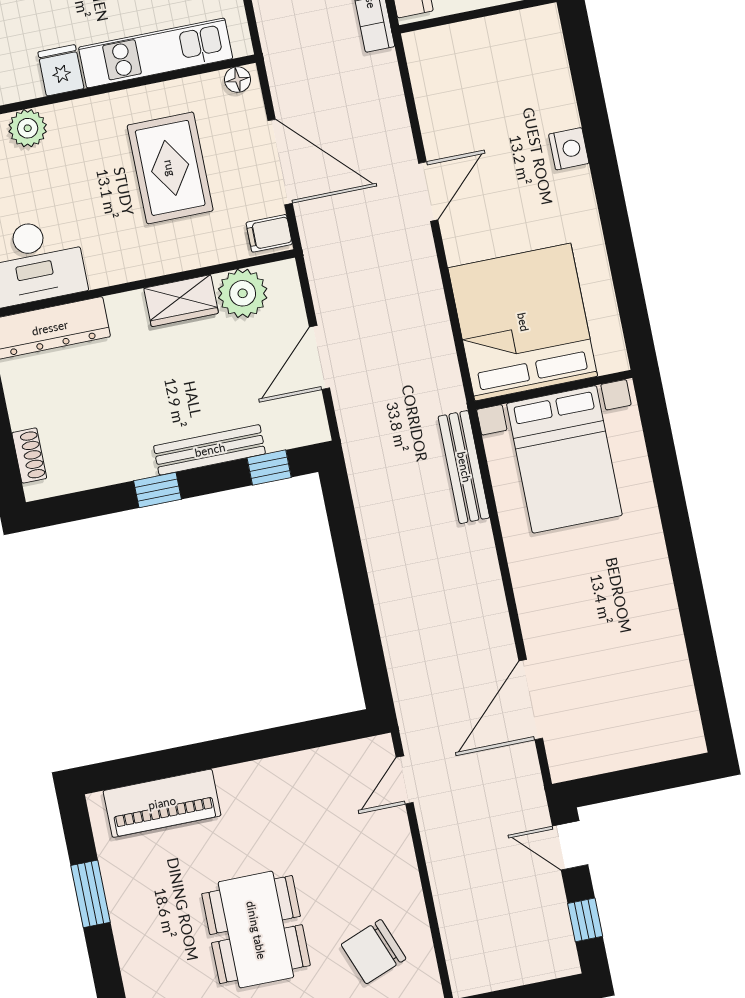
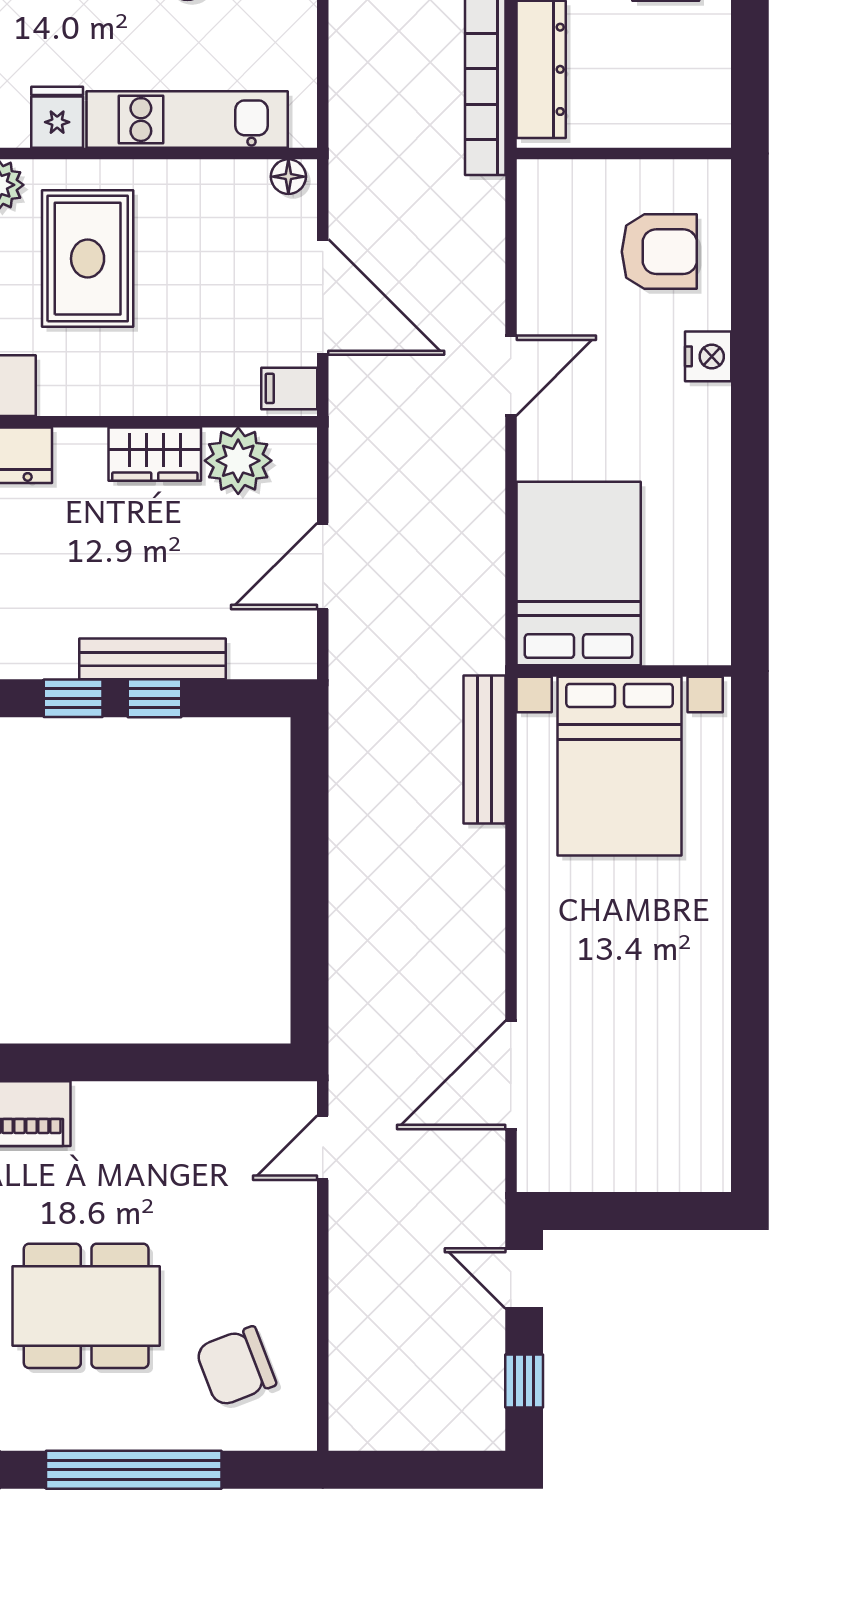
armchair: (518, 80) -> (659, 252), added
rug: (170, 168) -> (88, 259), moved
bed: (523, 322) -> (579, 573), width x0.73
window: (269, 468) -> (154, 698), moved
dining table: (256, 930) -> (86, 1306), turned 90

